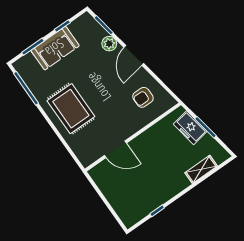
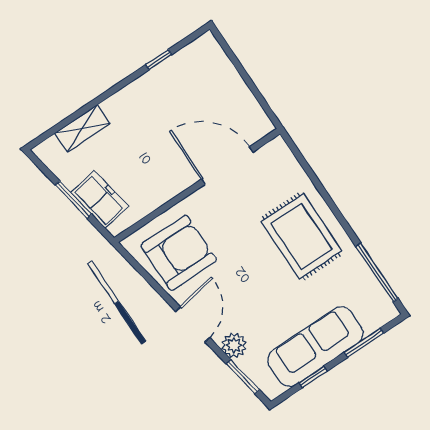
sofa: (55, 48) -> (315, 347), width x1.36
armchair: (143, 97) -> (179, 253), width x1.88, depth x1.88
door: (115, 149) -> (227, 166), width x1.36

